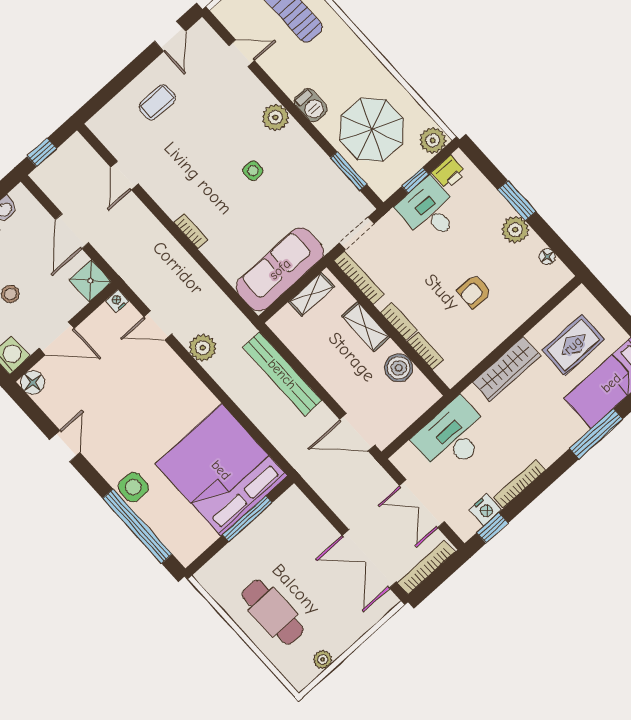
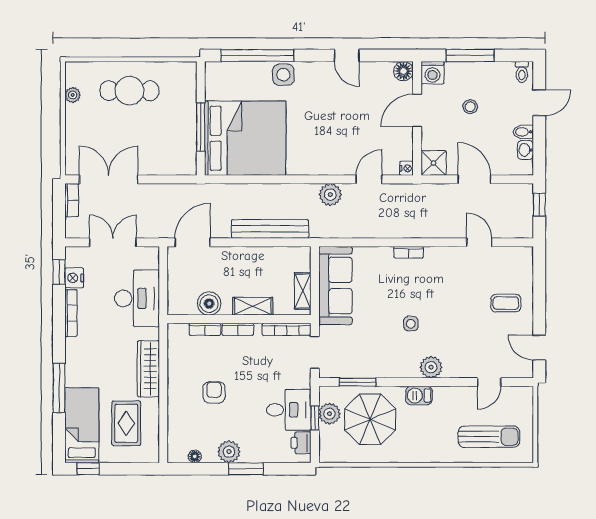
coffee table: (157, 102) -> (506, 303), turned 90
plant: (433, 140) -> (330, 414), moved
bookcase: (426, 567) -> (72, 200), width x0.64

